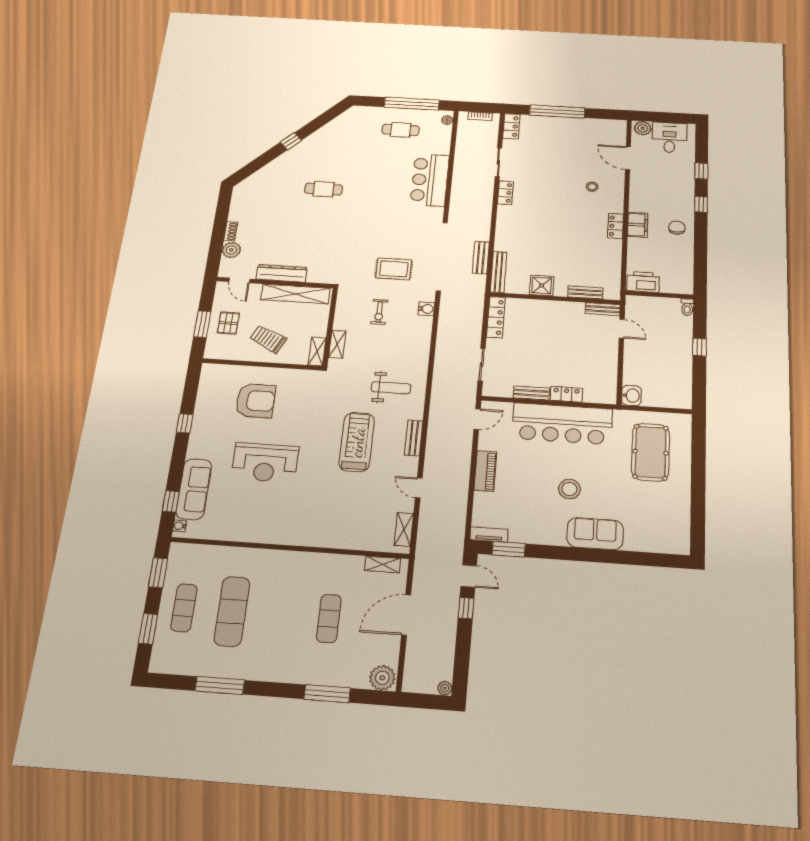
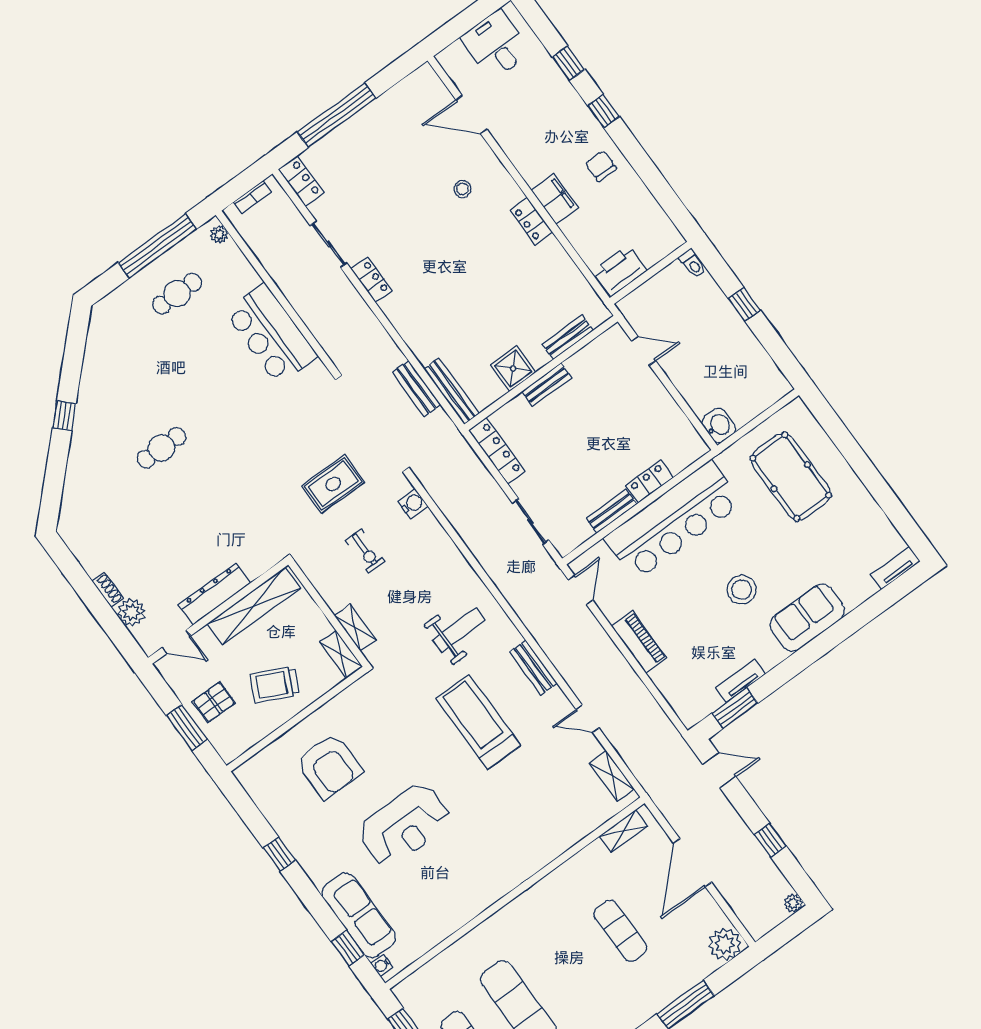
plant: (643, 128) -> (454, 57), removed
bench: (603, 309) -> (547, 385), moved
pallet: (228, 323) -> (214, 702), turned 90
armchair: (256, 401) -> (329, 766), turned 90
tv unit: (489, 535) -> (741, 681), moved
tv unit: (672, 547) -> (895, 568), added
window: (466, 608) -> (770, 840), moved

